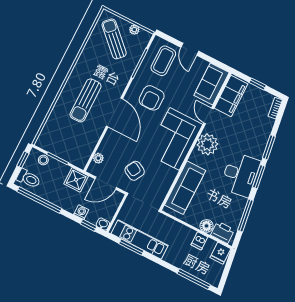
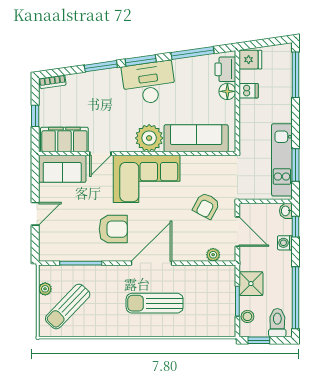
coffee table: (163, 61) -> (64, 237), removed
sun lounger: (86, 100) -> (155, 303), turned 180
plant: (207, 144) -> (149, 138), moved
shower: (76, 180) -> (251, 284), moved

